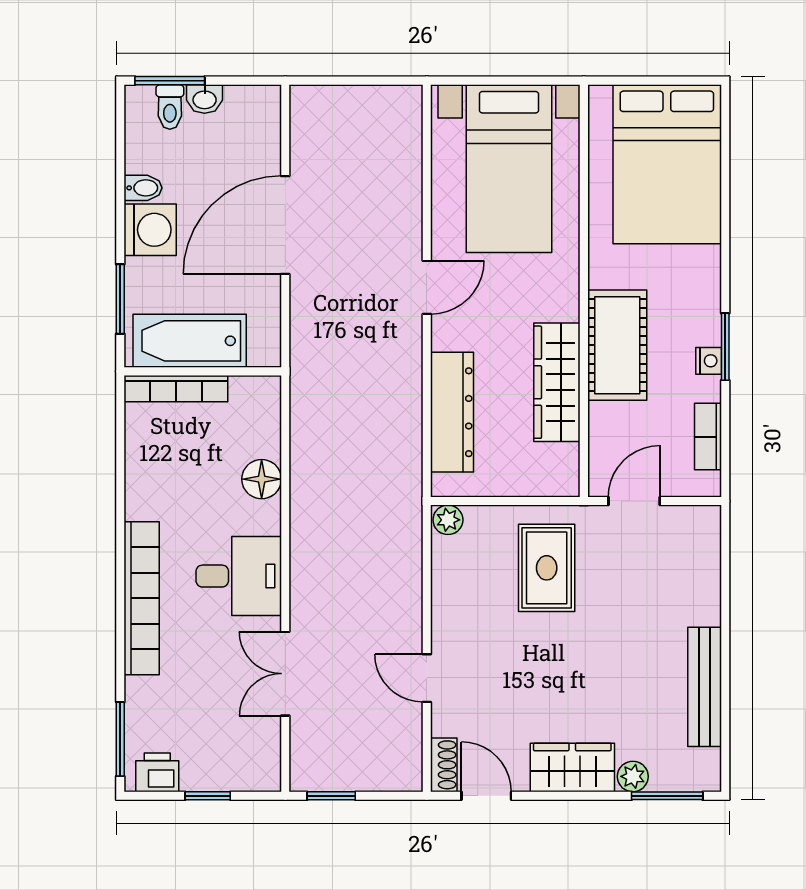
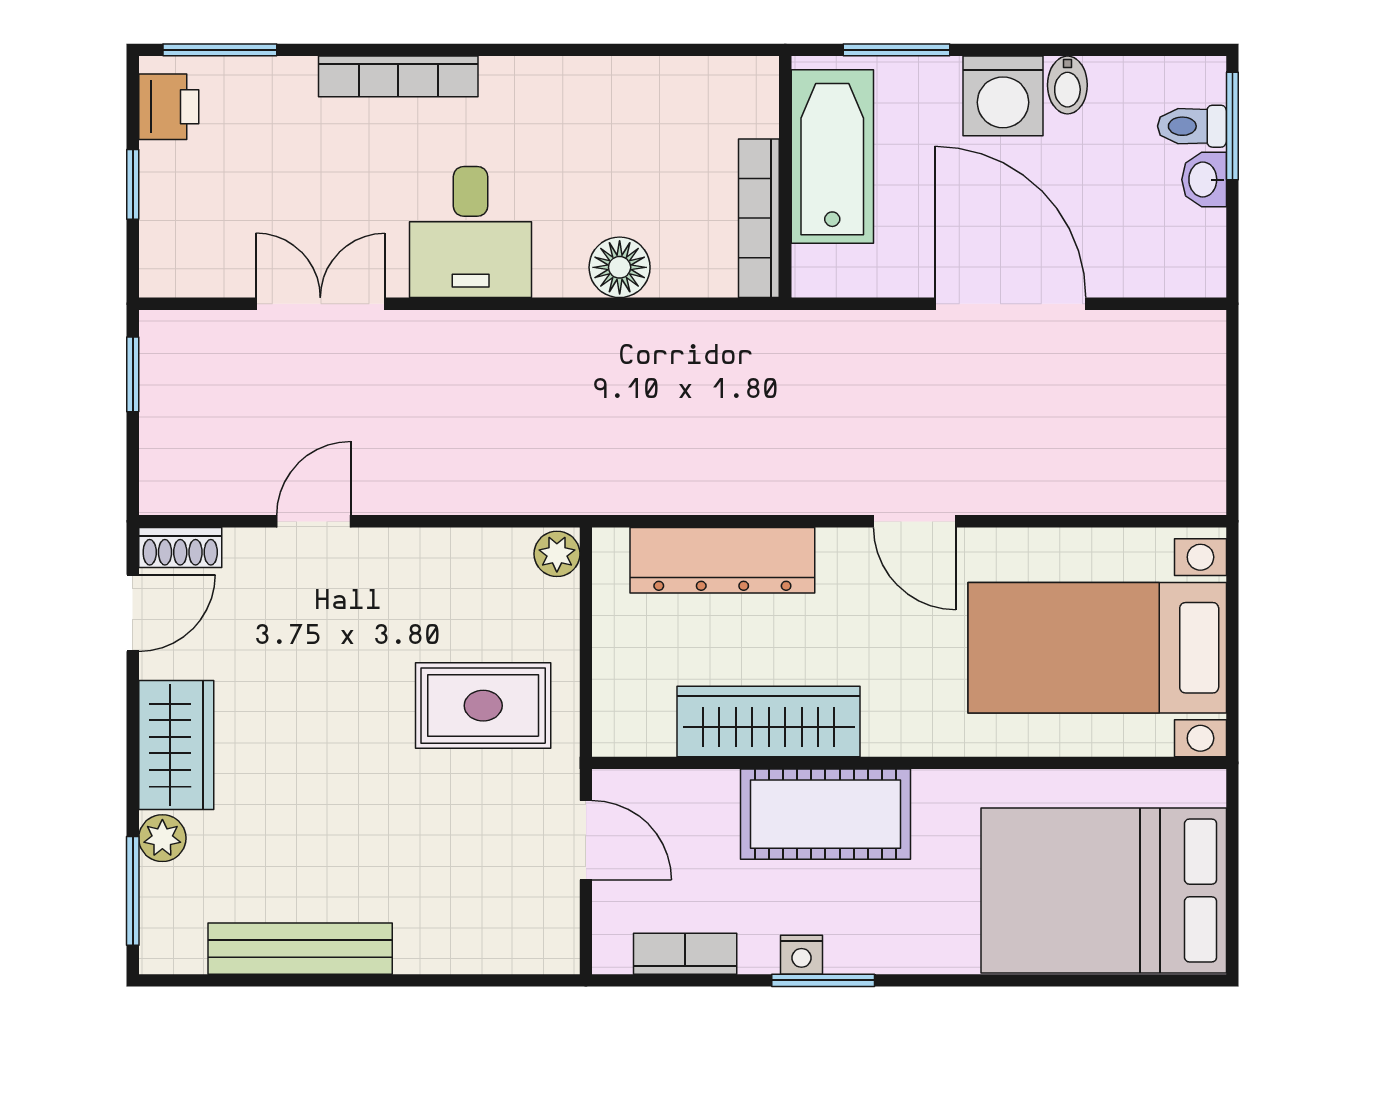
bookcase: (176, 389) -> (759, 218), moved
bookcase: (142, 598) -> (398, 76), width x0.68, depth x0.76

